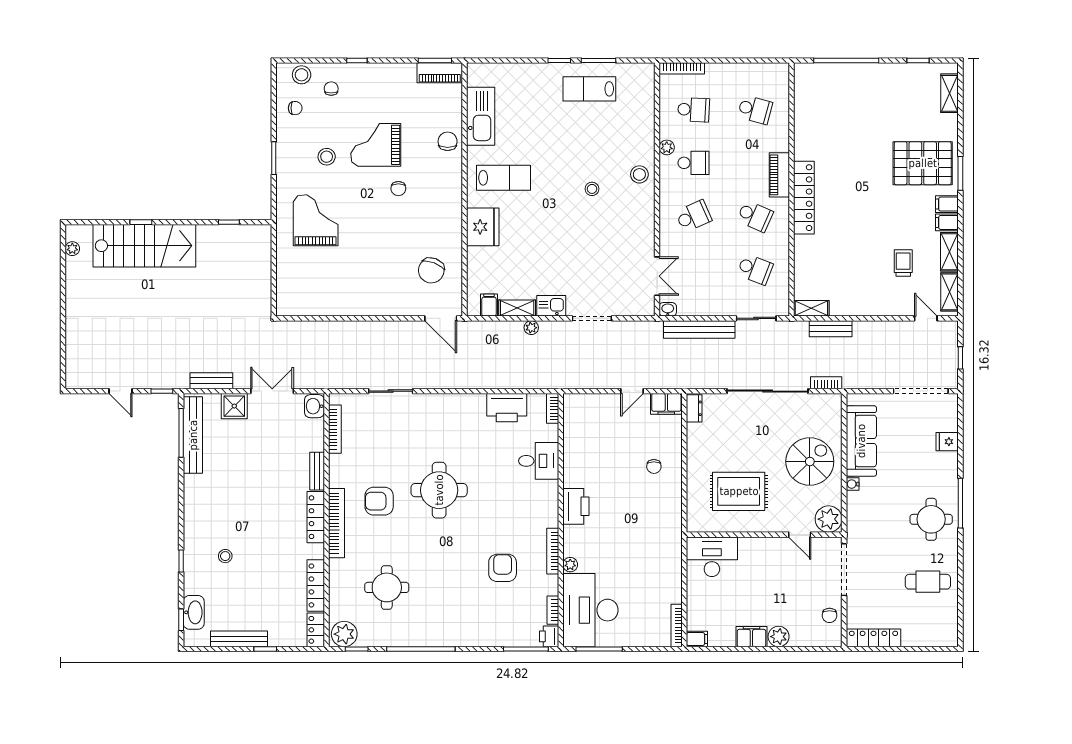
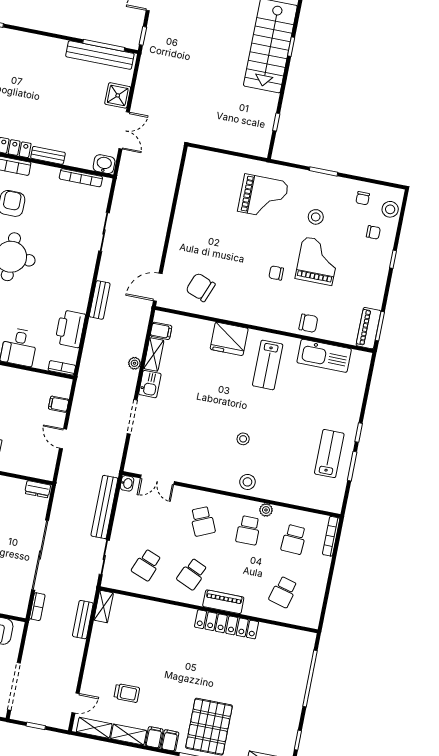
locker: (804, 198) -> (227, 624), moved
bench: (211, 381) -> (100, 300), moved
filing cabinet: (666, 404) -> (59, 404), moved, width x0.50

